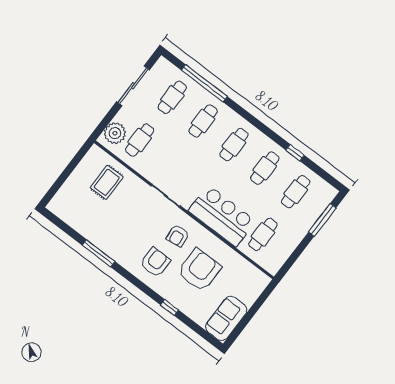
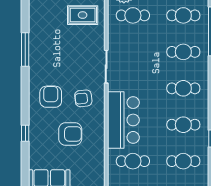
armchair: (155, 262) -> (51, 97), turned -90
armchair: (199, 270) -> (70, 134), width x0.73, depth x0.73

